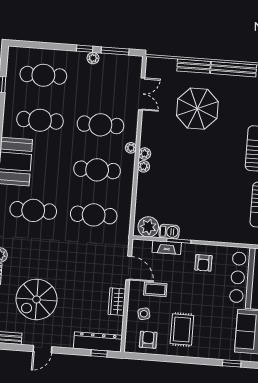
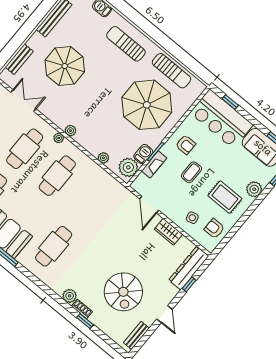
bench: (194, 66) -> (19, 59), moved
plant: (144, 166) -> (103, 158), moved
parasol: (214, 204) -> (147, 105), added
cafe table: (94, 215) -> (90, 203), removed
door: (129, 268) -> (149, 205), swing flipped
coffee table: (155, 289) -> (191, 172), moved
plant: (207, 350) -> (254, 189), added
window: (99, 353) -> (189, 284), moved

